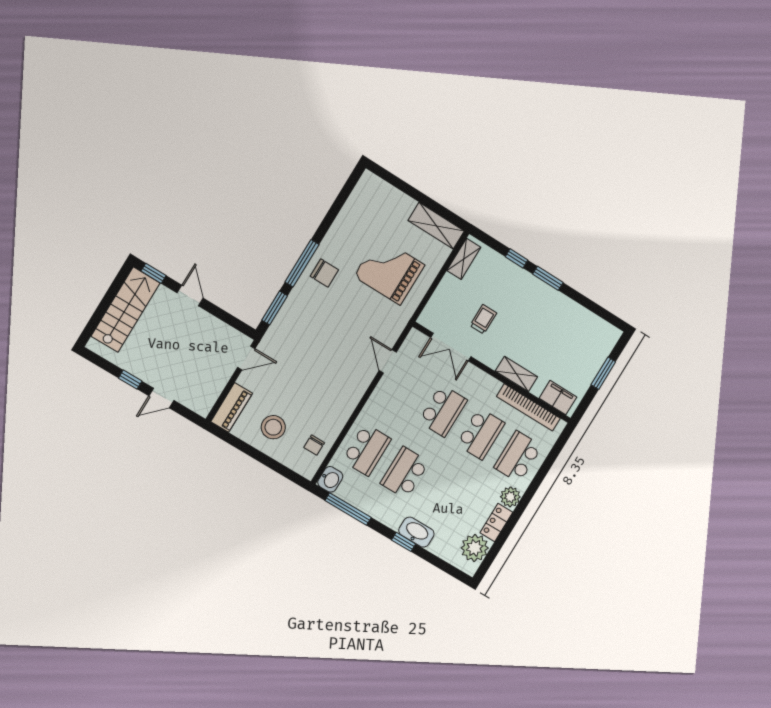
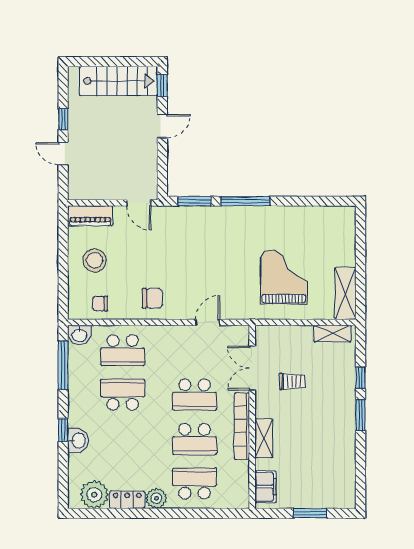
chair: (324, 273) -> (152, 298), moved, turned -90
bookcase: (528, 407) -> (242, 426), moved
washbasin: (416, 532) -> (78, 441), width x0.72

